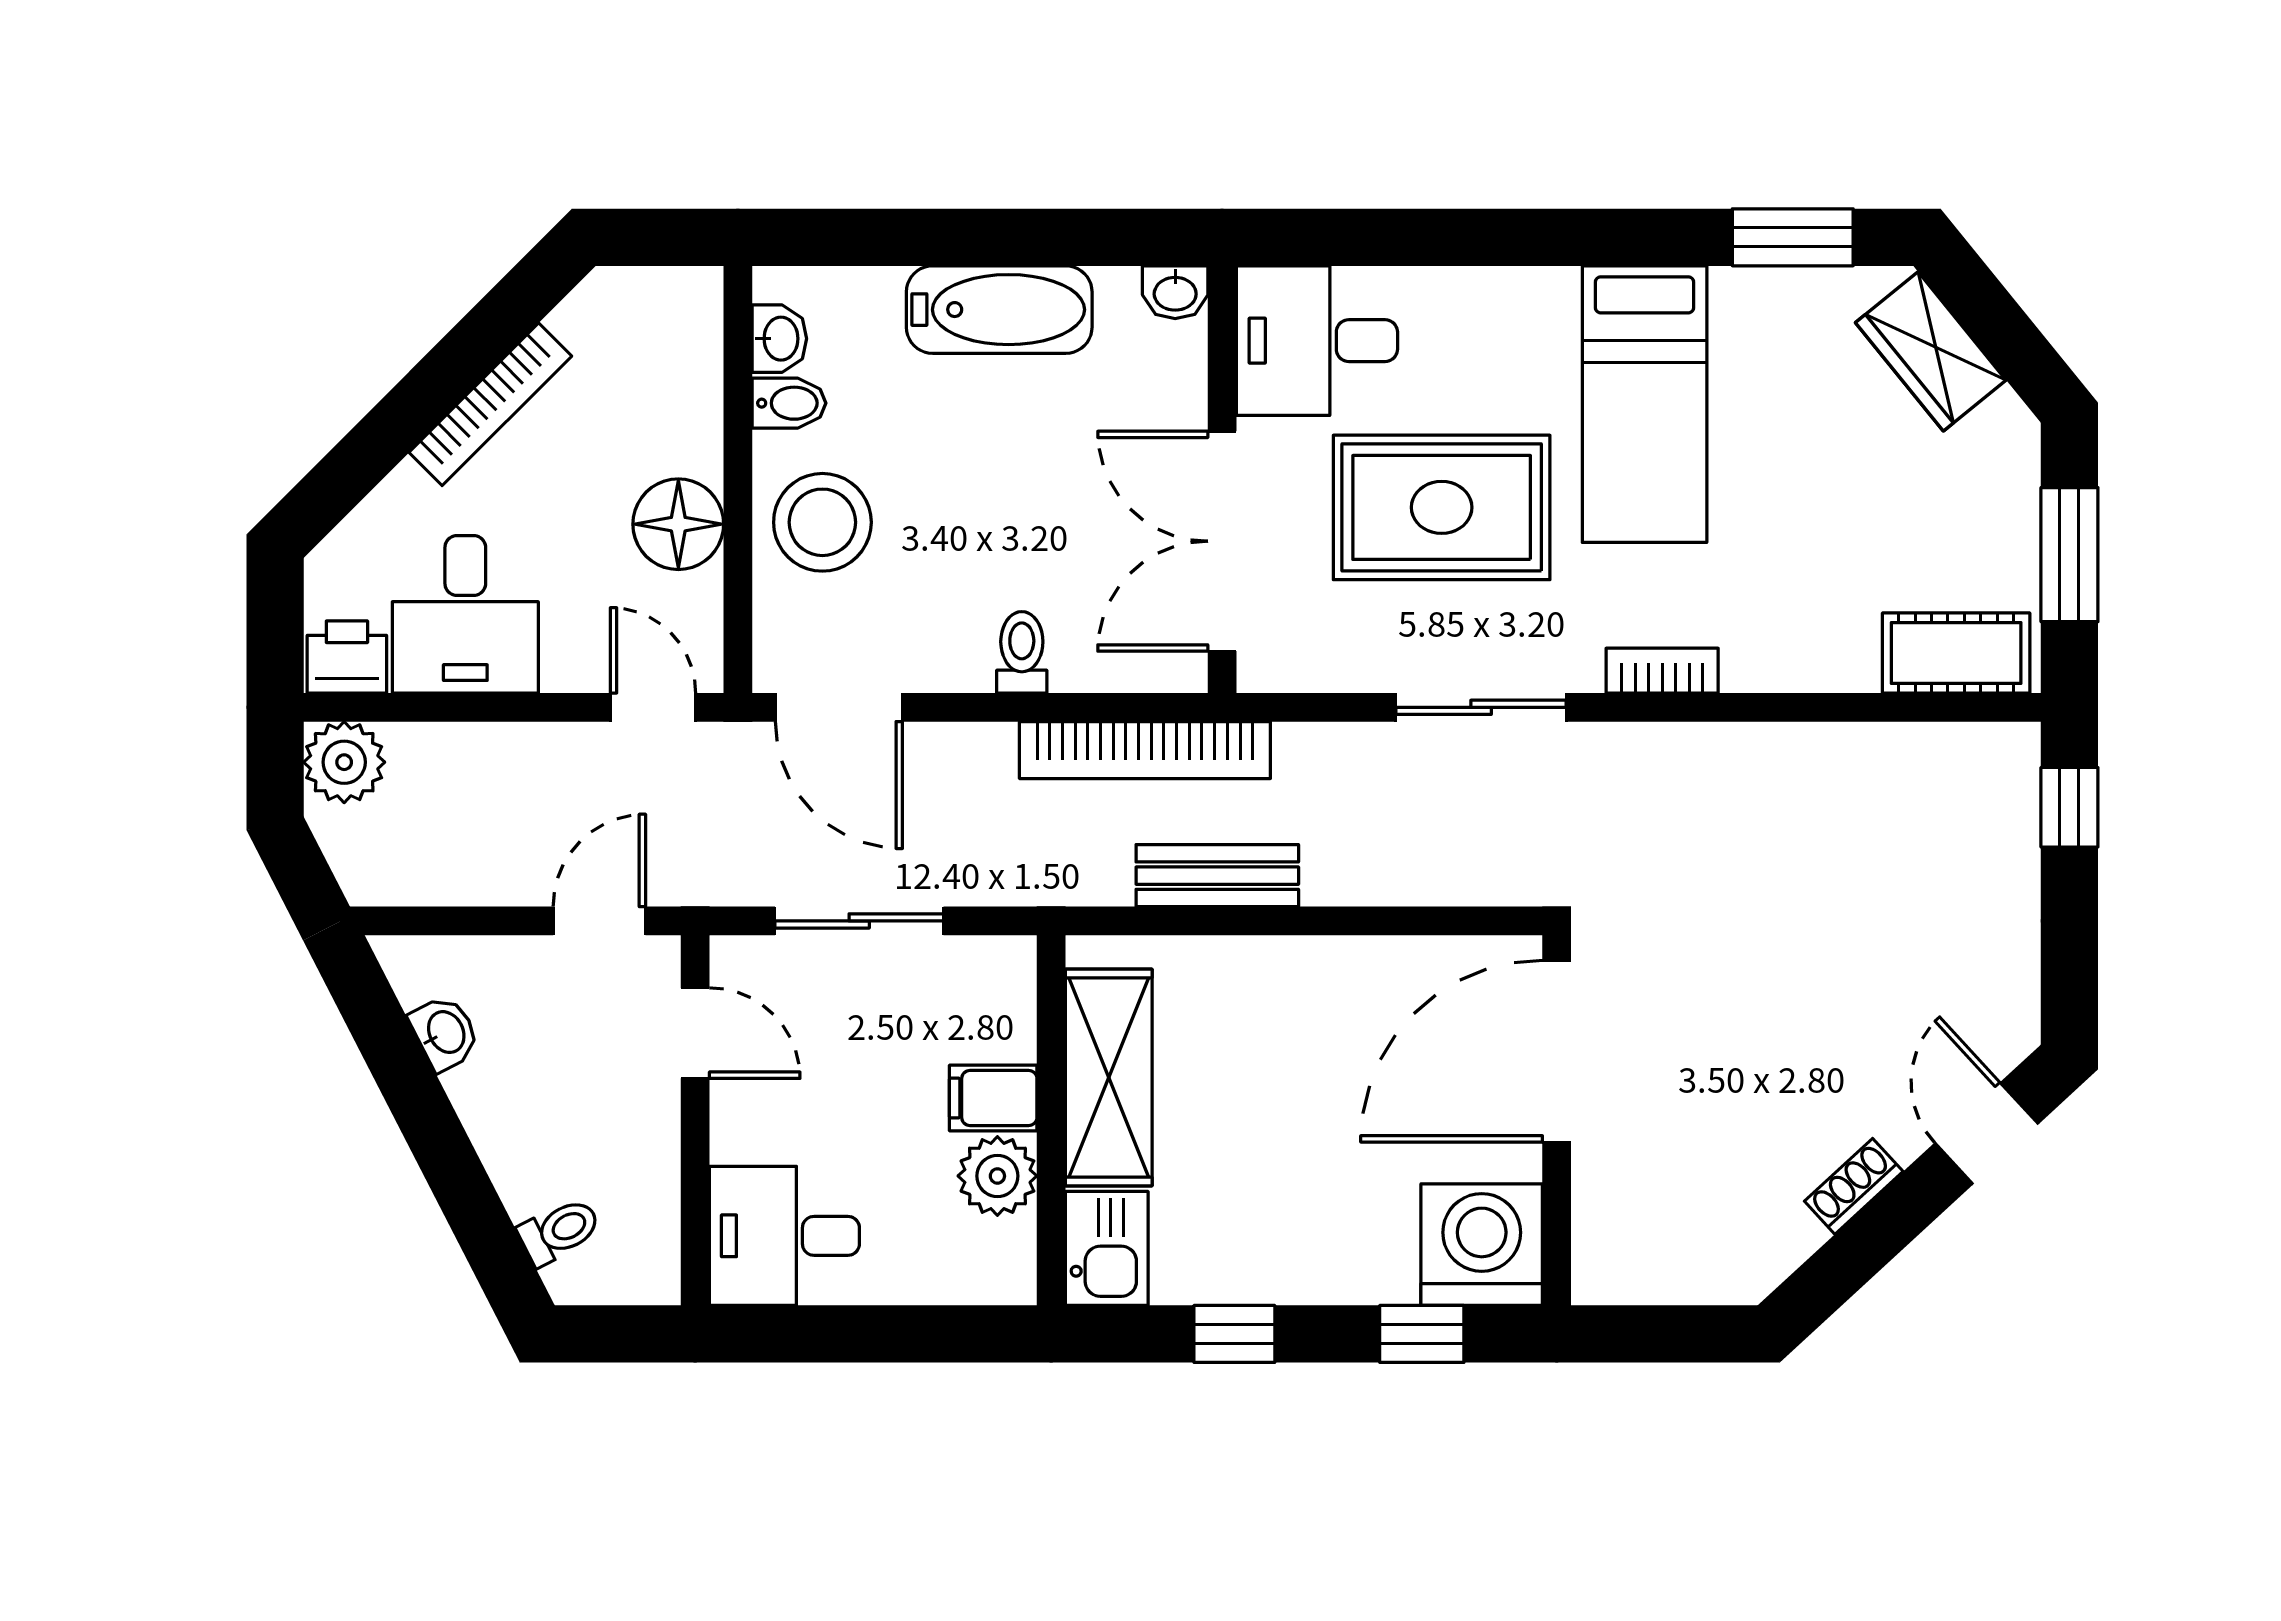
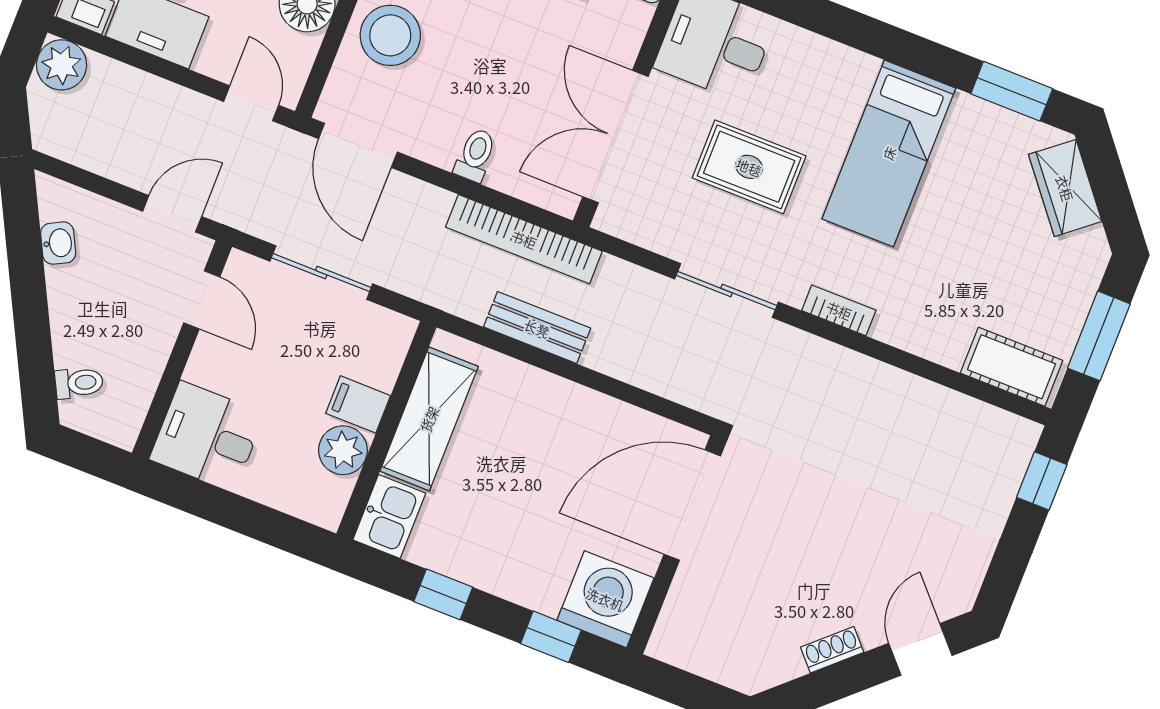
rug: (1442, 507) -> (749, 167), width x0.73, depth x0.70

